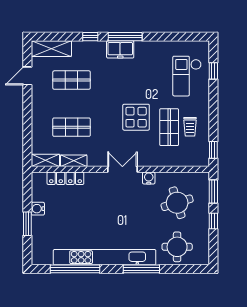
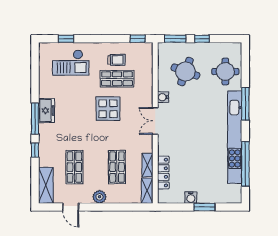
freezer: (120, 49) -> (47, 111), moved
plant: (39, 108) -> (99, 197), added
round table: (177, 203) -> (185, 71), turned 37

